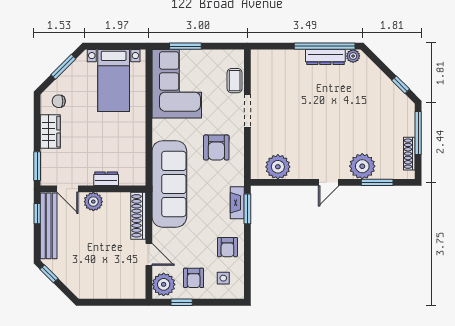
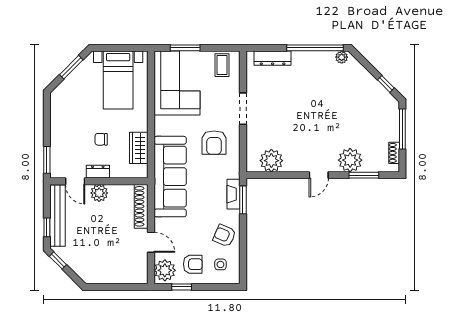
dresser: (325, 57) -> (273, 58), moved
coffee table: (235, 81) -> (222, 65), moved
chair: (59, 101) -> (101, 139), moved
wardrobe: (50, 132) -> (139, 148), moved, turned 180
shoe rack: (409, 154) -> (394, 153), width x0.70
dresser: (106, 179) -> (98, 172), moved
window: (37, 214) -> (47, 227), moved
armchair: (227, 247) -> (224, 235), turned 113
armchair: (194, 278) -> (193, 264), turned -90

